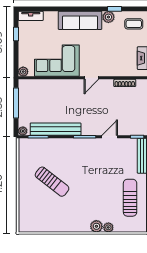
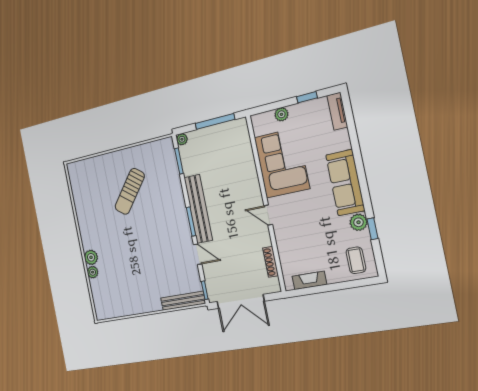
plant: (23, 72) -> (281, 114), moved
bench: (56, 129) -> (198, 209), moved
sun lounger: (130, 198) -> (131, 293), removed

